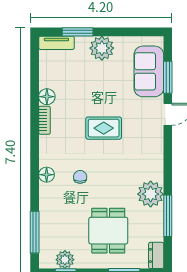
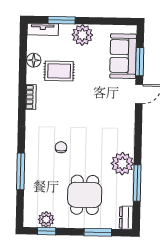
floor lamp: (47, 97) -> (34, 60), moved
rug: (104, 128) -> (59, 71), moved
floor lamp: (47, 175) -> (32, 145), removed
window: (35, 232) -> (21, 171), moved

